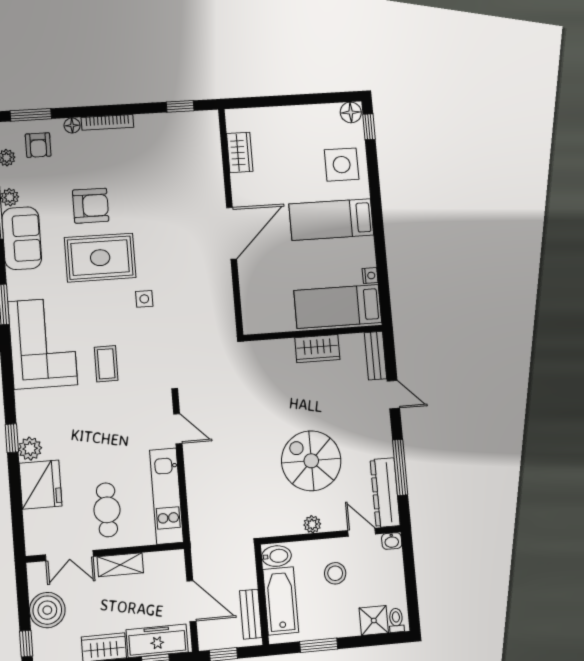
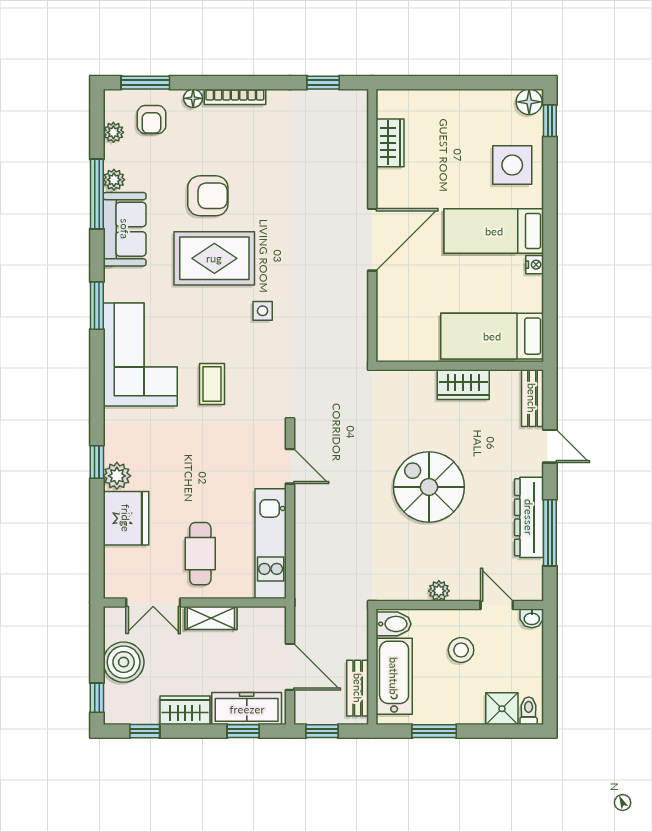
nightstand: (370, 276) -> (535, 265), moved
spiral stairs: (311, 461) -> (429, 487), moved
dresser: (385, 493) -> (529, 517), moved

